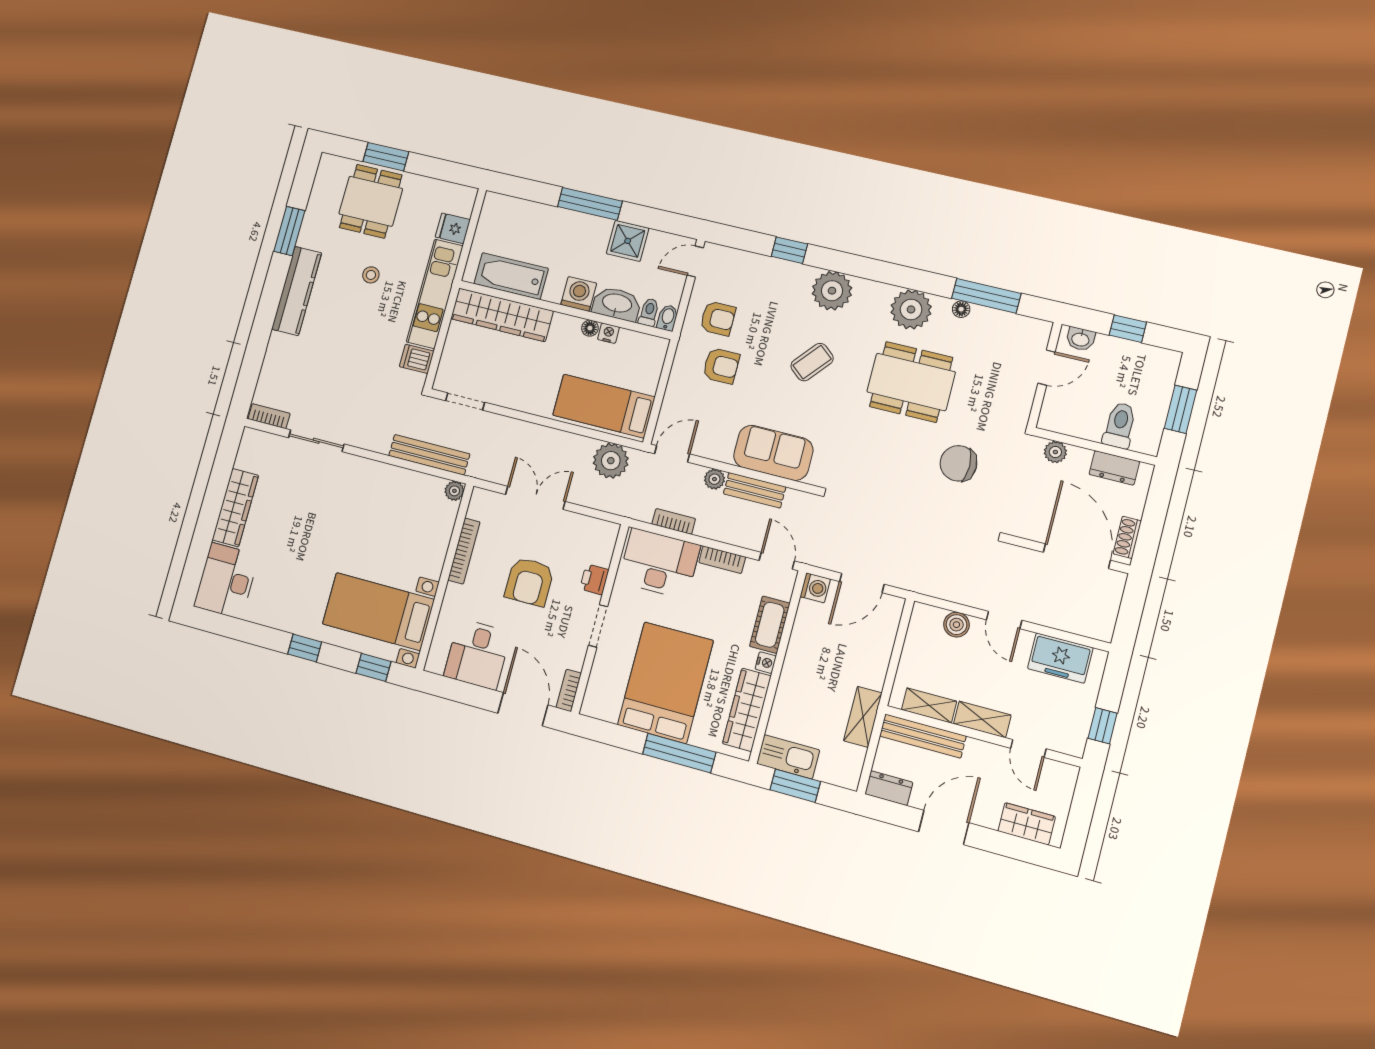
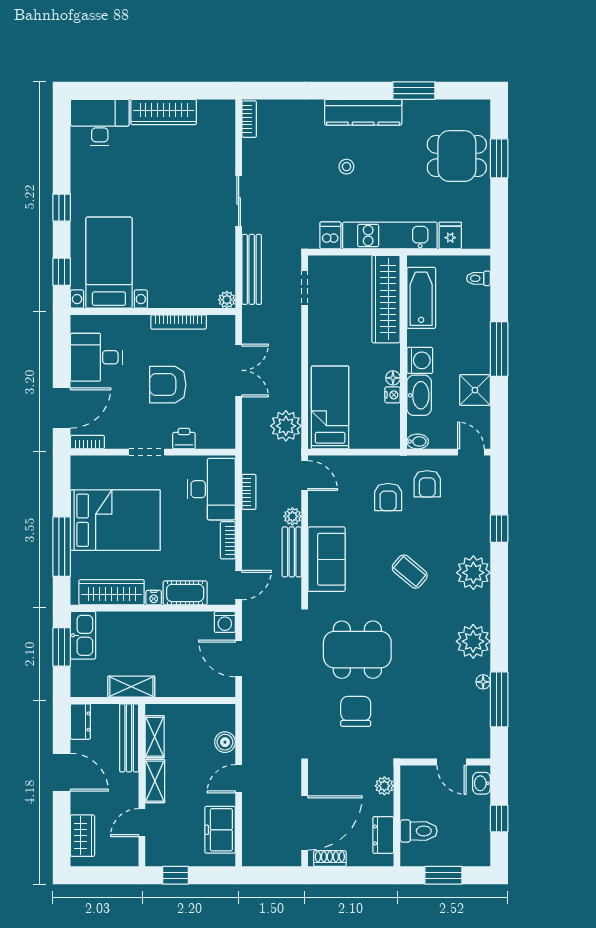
stool: (371, 275) -> (346, 167), moved
toilet: (649, 312) -> (479, 278), moved, turned 180
dining table: (911, 382) -> (357, 650), moved, turned 90
sliding door: (316, 441) -> (239, 201), moved

